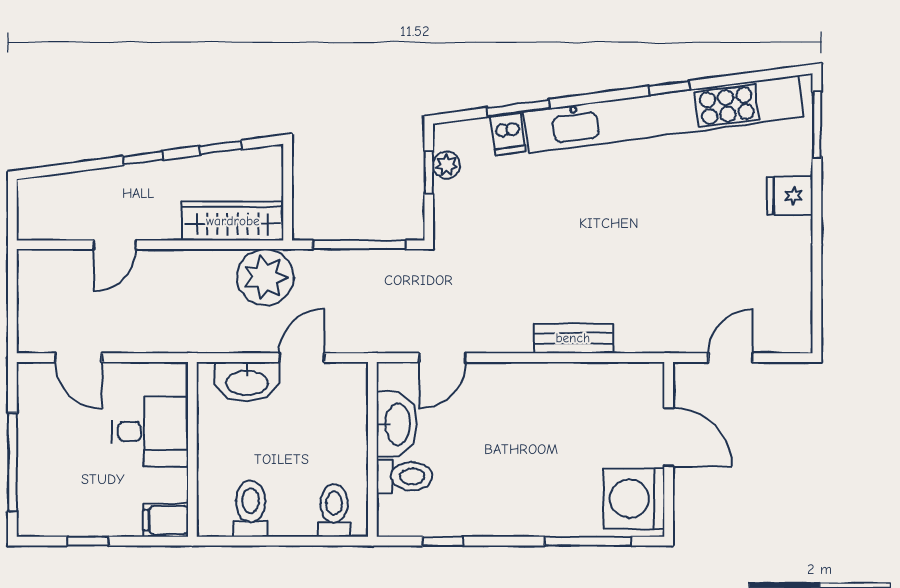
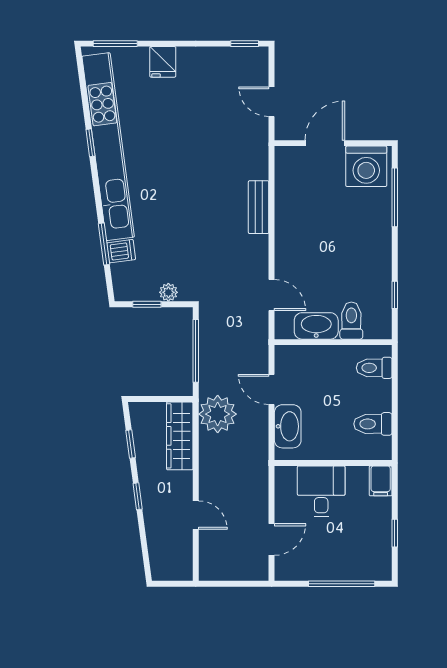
plant: (447, 165) -> (168, 292), moved
window: (817, 318) -> (245, 44), added

